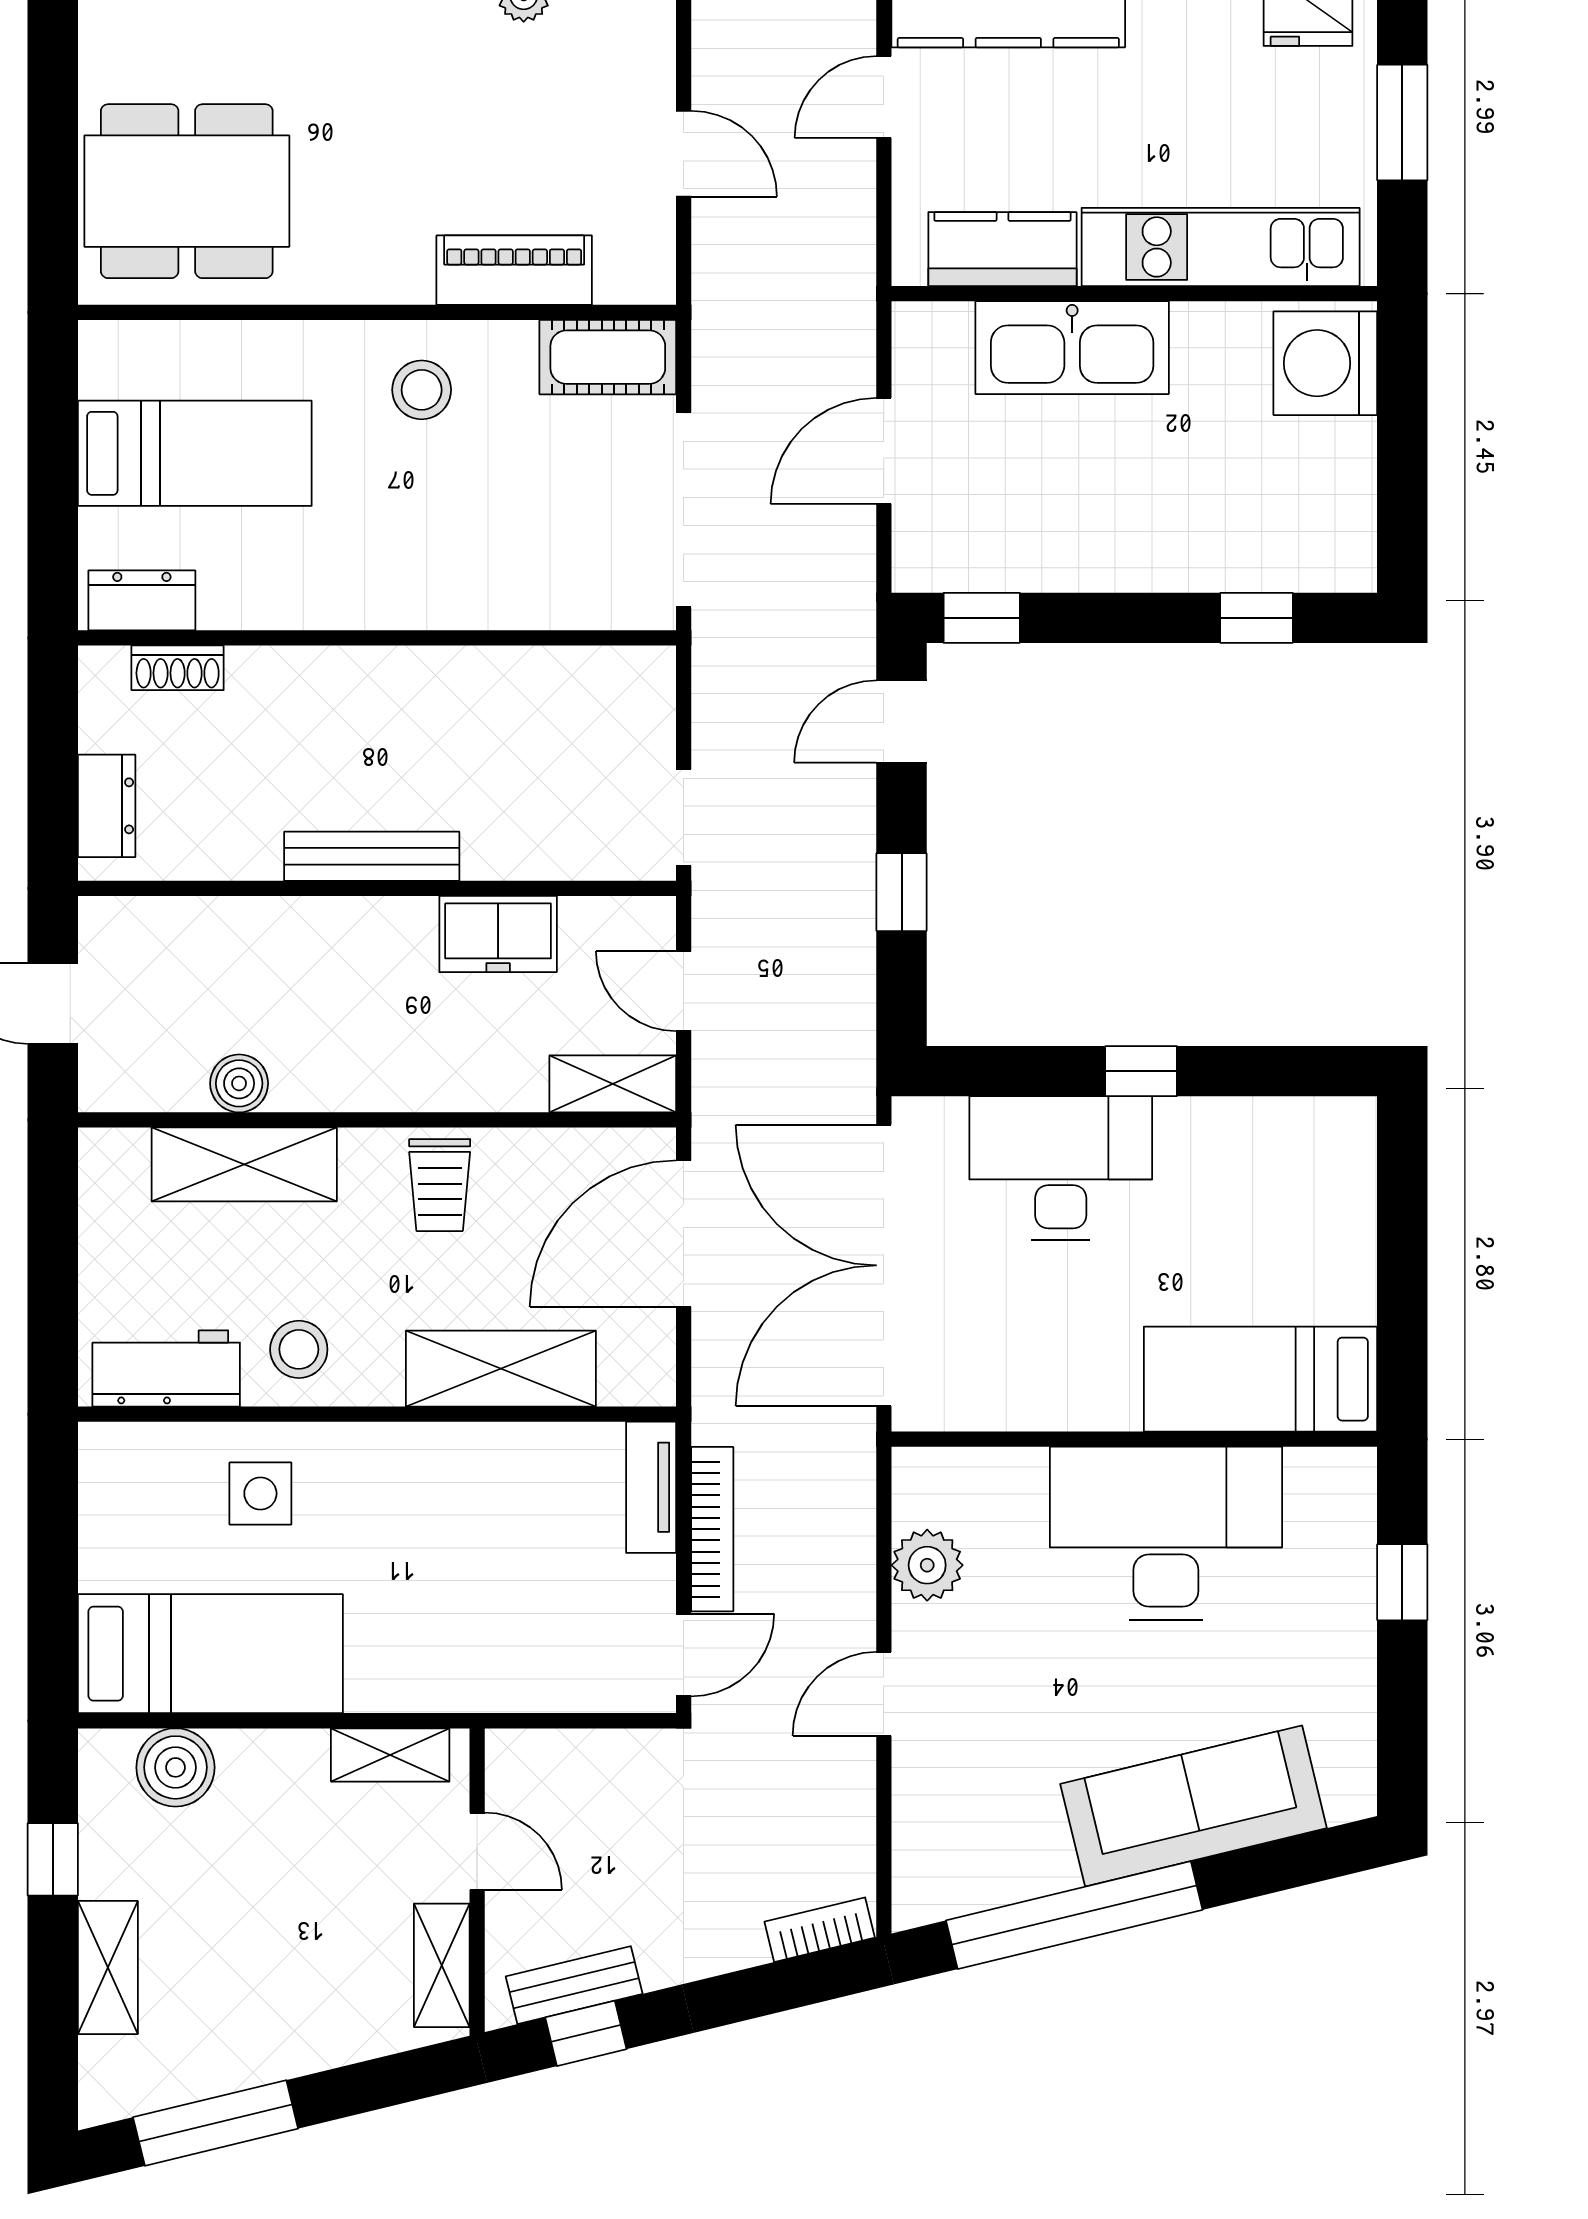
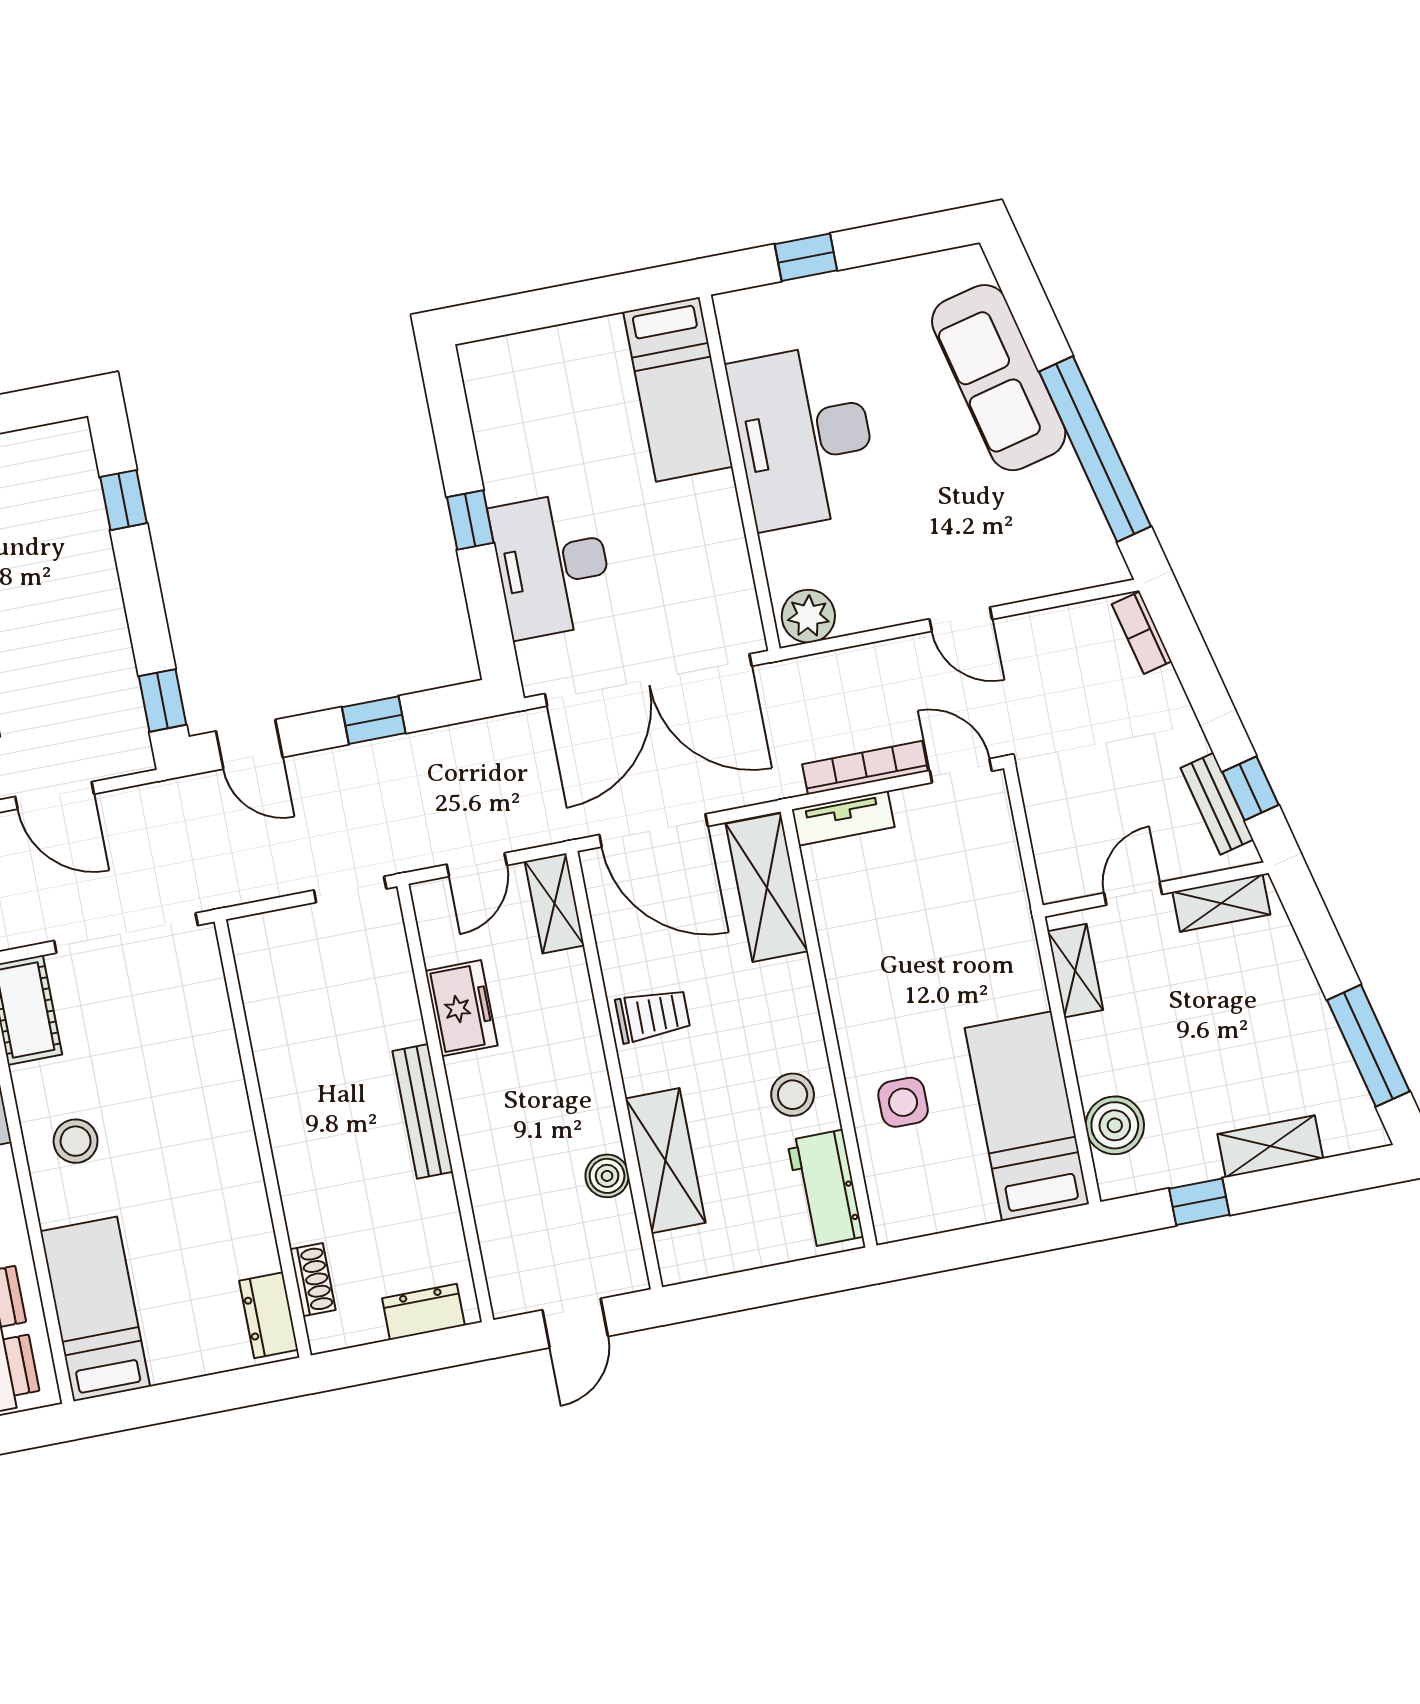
bed: (195, 453) -> (95, 1309), moved
shelving: (501, 1369) -> (767, 887), moved
plant: (927, 1565) -> (808, 616), moved

